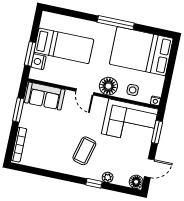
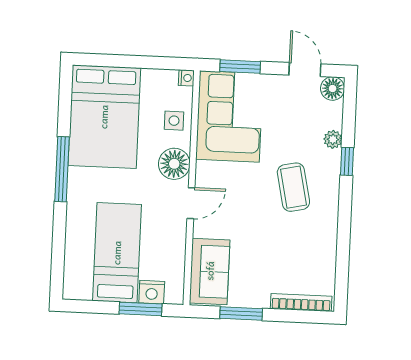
coffee table: (84, 151) -> (293, 187), turned 64

